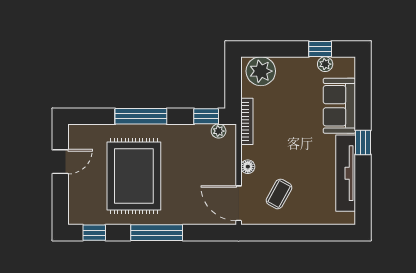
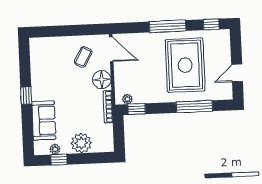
plant: (261, 71) -> (81, 143), moved
window: (141, 116) -> (194, 107), moved
floor lamp: (248, 167) -> (102, 80), width x1.89, depth x1.89
tv unit: (346, 173) -> (37, 74), removed

